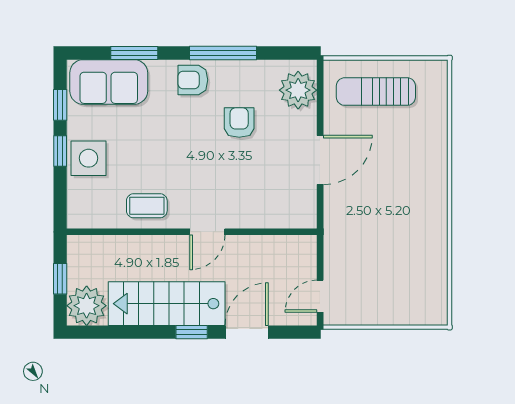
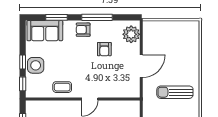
sun lounger: (376, 92) -> (175, 92), moved
window: (60, 105) -> (23, 84), moved
armchair: (239, 123) -> (104, 49), turned 180

